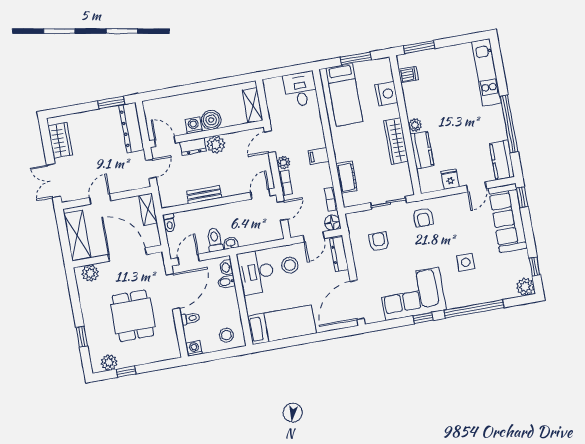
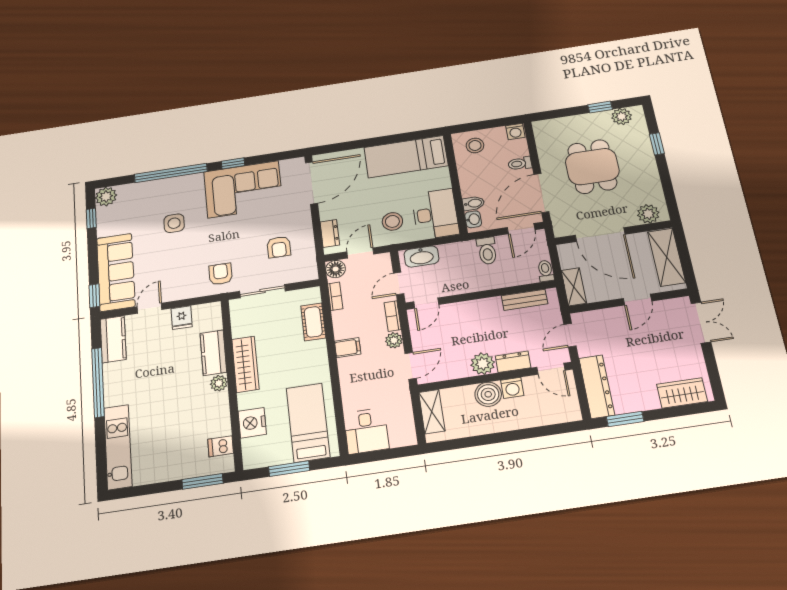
wardrobe: (60, 140) -> (682, 393), moved, turned 90
bench: (204, 195) -> (525, 300), moved
washbasin: (231, 243) -> (421, 257), moved, width x1.91, depth x1.45
dresser: (339, 254) -> (330, 233), width x0.70

